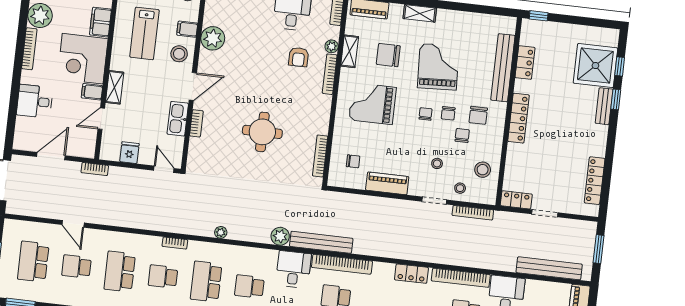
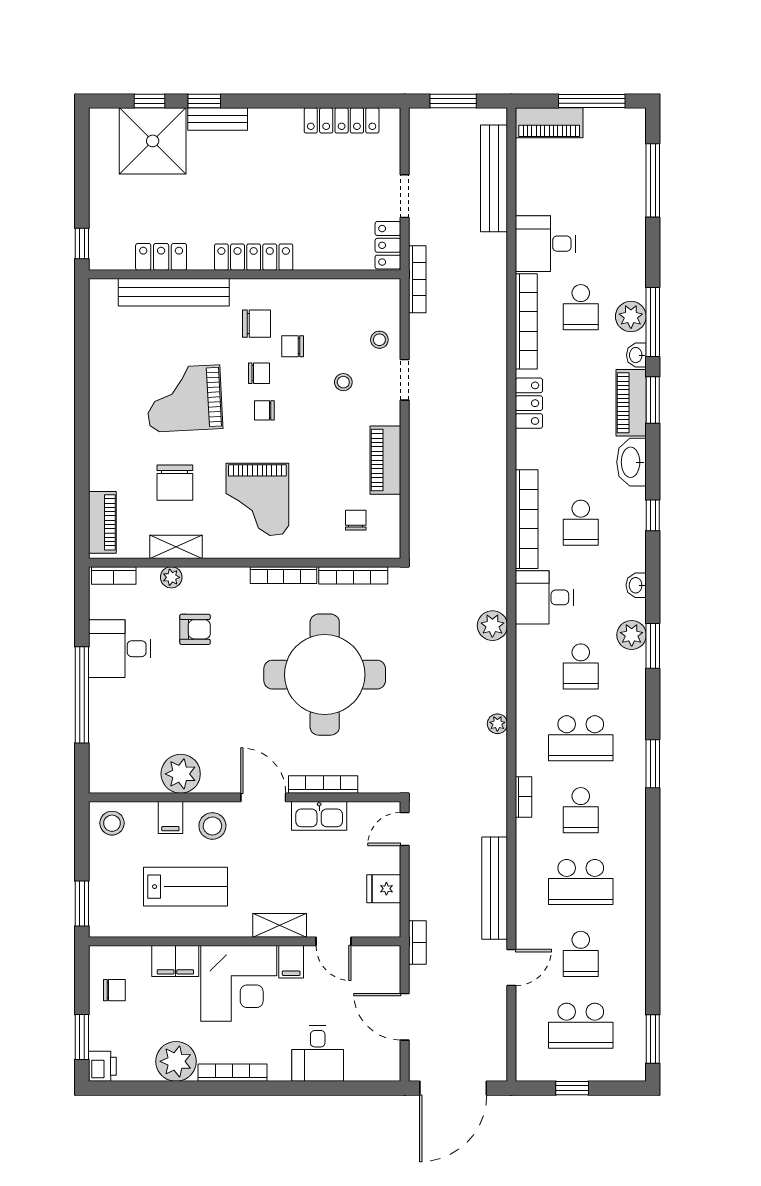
shelving: (420, 13) -> (100, 439), removed
bookcase: (330, 74) -> (284, 575), moved
bookcase: (196, 123) -> (323, 785), width x1.56
round table: (262, 132) -> (325, 675), width x1.86, depth x1.86
stool: (483, 170) -> (345, 306), removed
bookcase: (473, 213) -> (417, 279), moved
bench: (321, 242) -> (495, 888), moved

